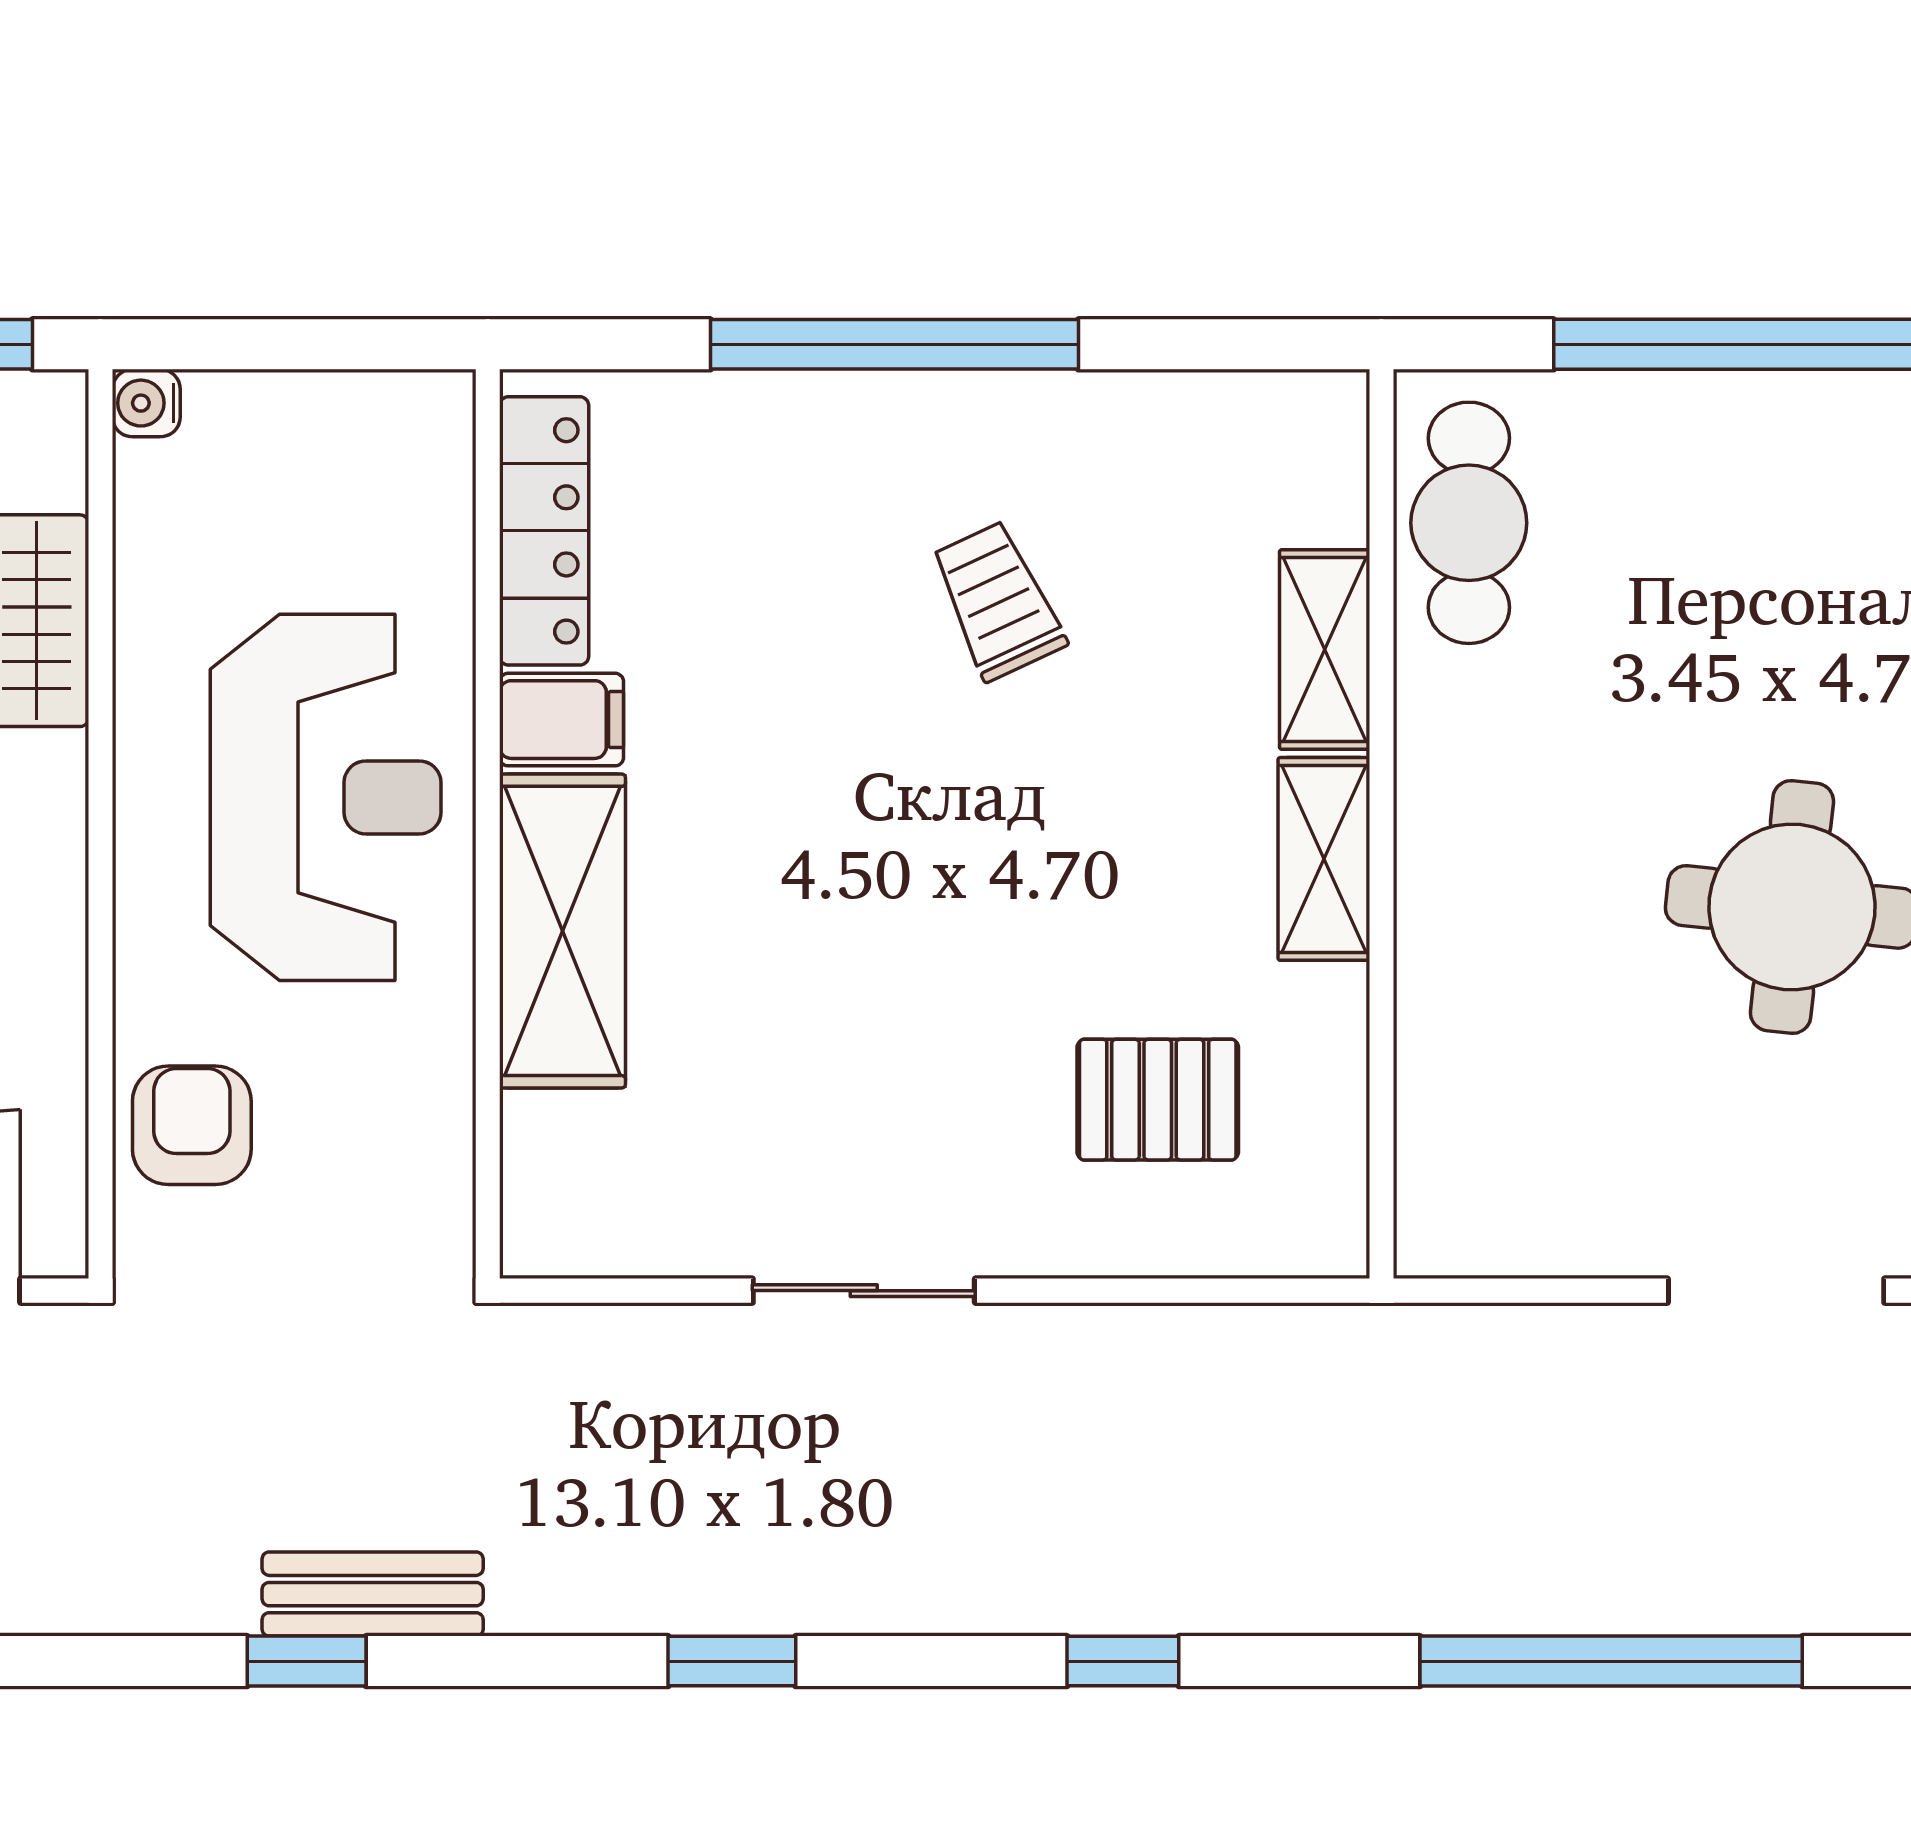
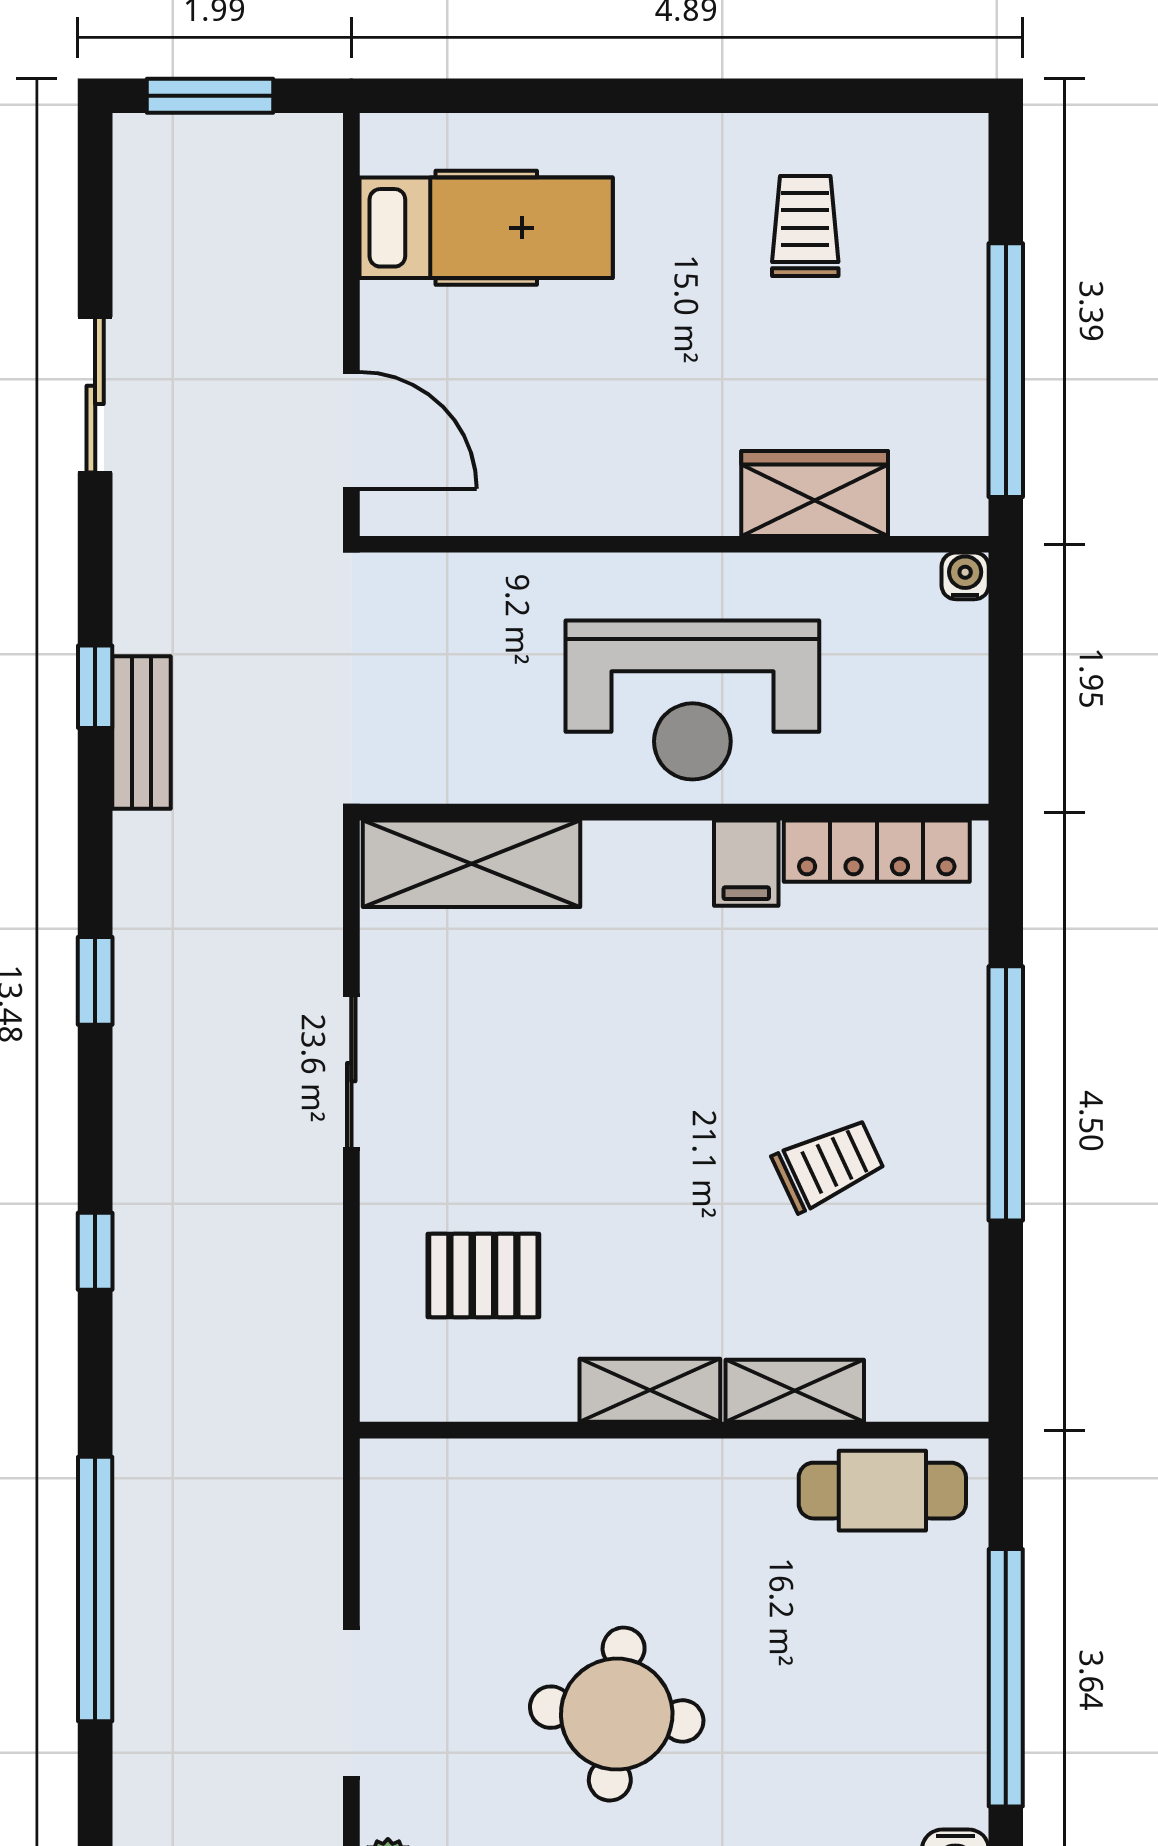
shelving: (562, 931) -> (472, 864), moved
pallet: (1158, 1100) -> (483, 1275), turned 90
armchair: (192, 1125) -> (466, 607), removed

